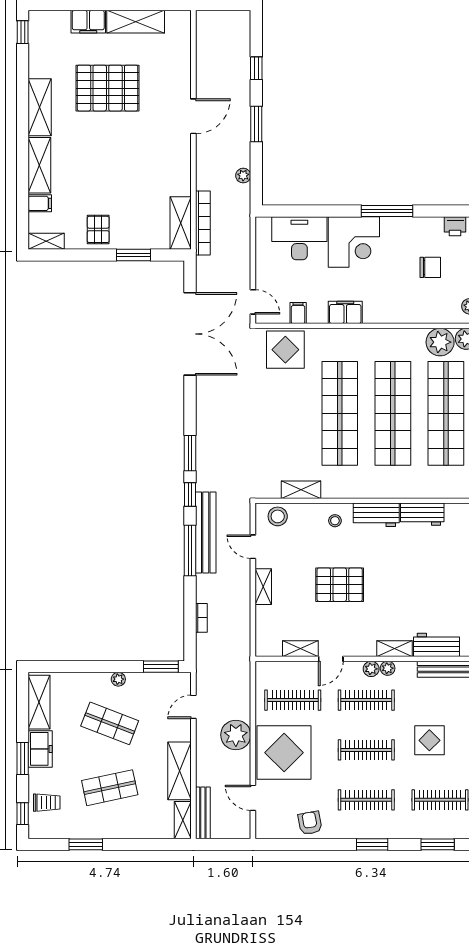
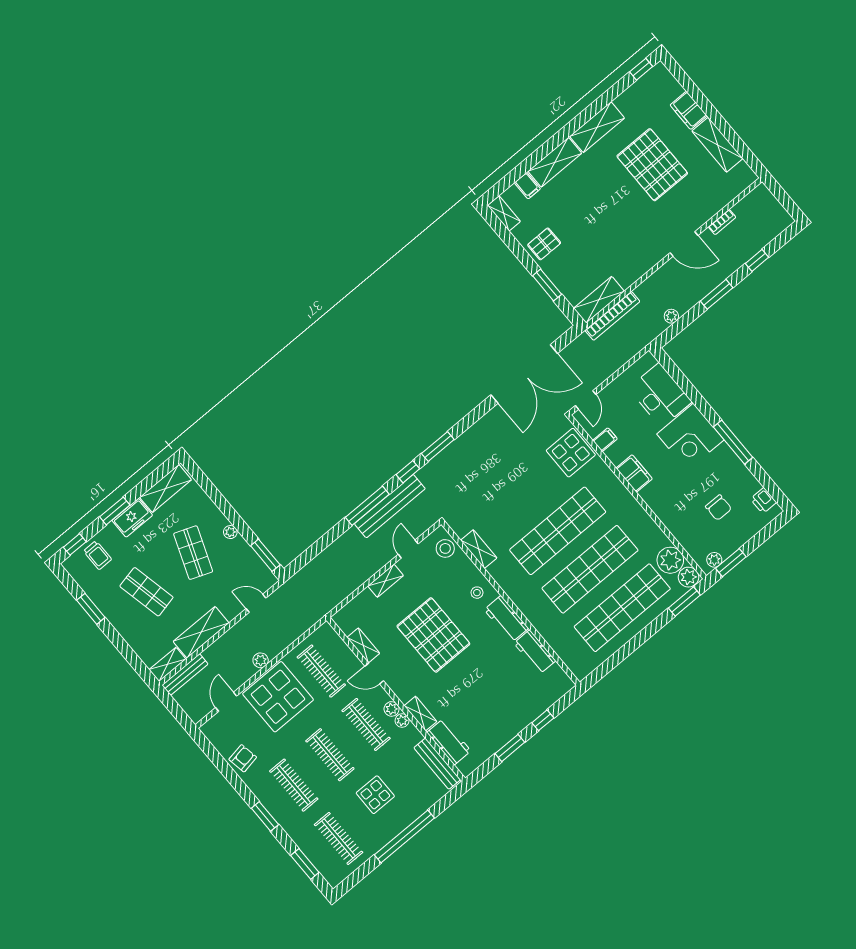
pallet: (340, 585) -> (433, 635), width x1.37, depth x1.41
bookcase: (201, 618) -> (722, 222), moved
plant: (236, 735) -> (261, 660), width x0.53, depth x0.53

